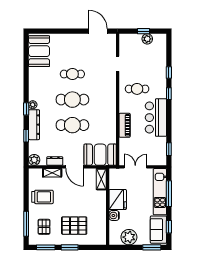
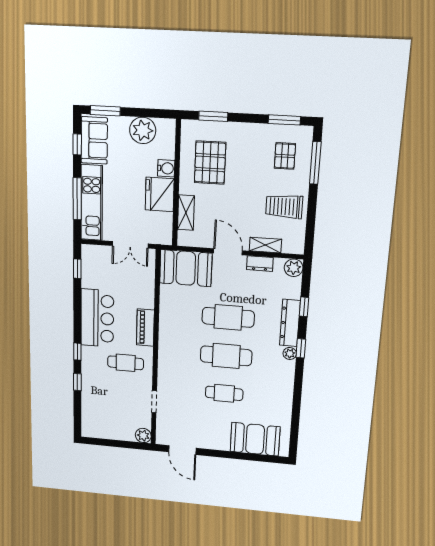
window: (143, 31) -> (115, 443), removed
plant: (147, 39) -> (143, 436), moved
booth: (39, 51) -> (255, 439), moved, turned 90
piano: (125, 125) -> (145, 328), moved
shelving: (101, 179) -> (186, 213), moved
pallet: (74, 226) -> (210, 163), moved, turned 90
window: (70, 247) -> (213, 116), moved

